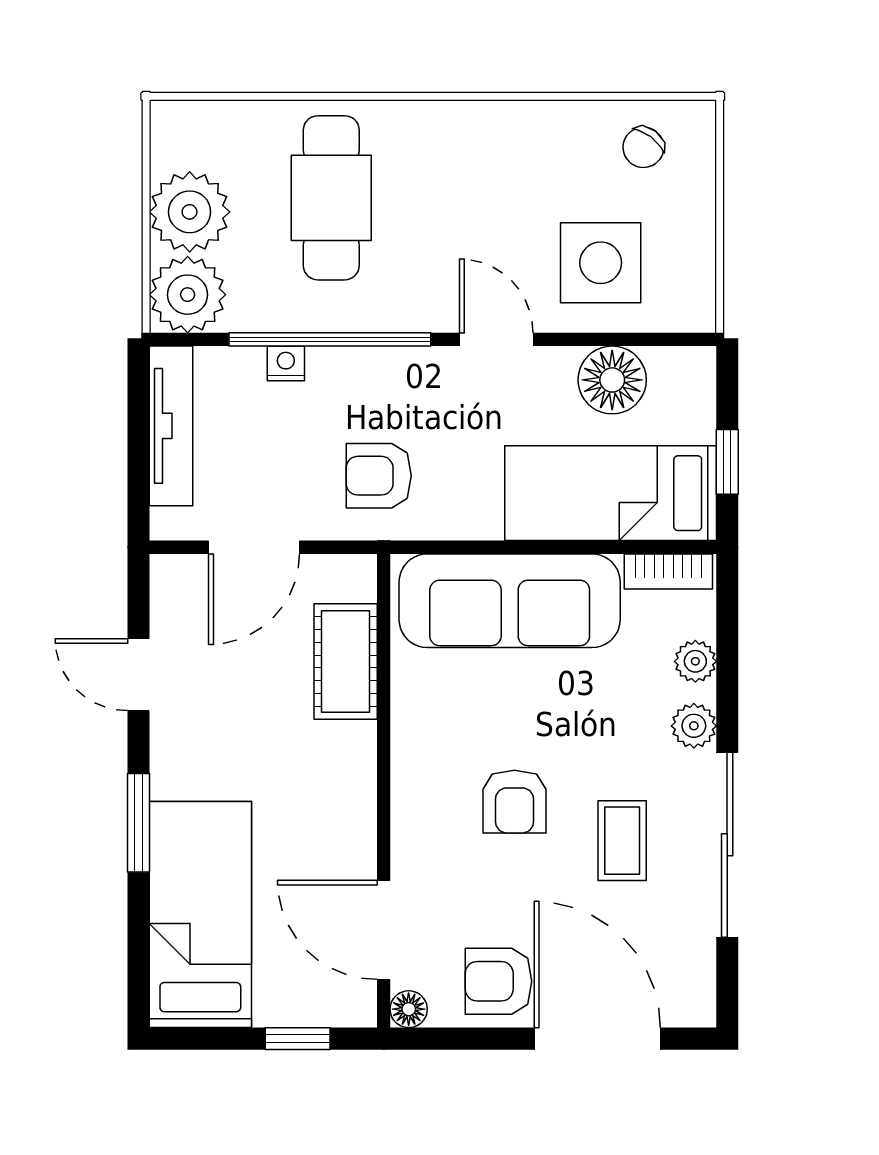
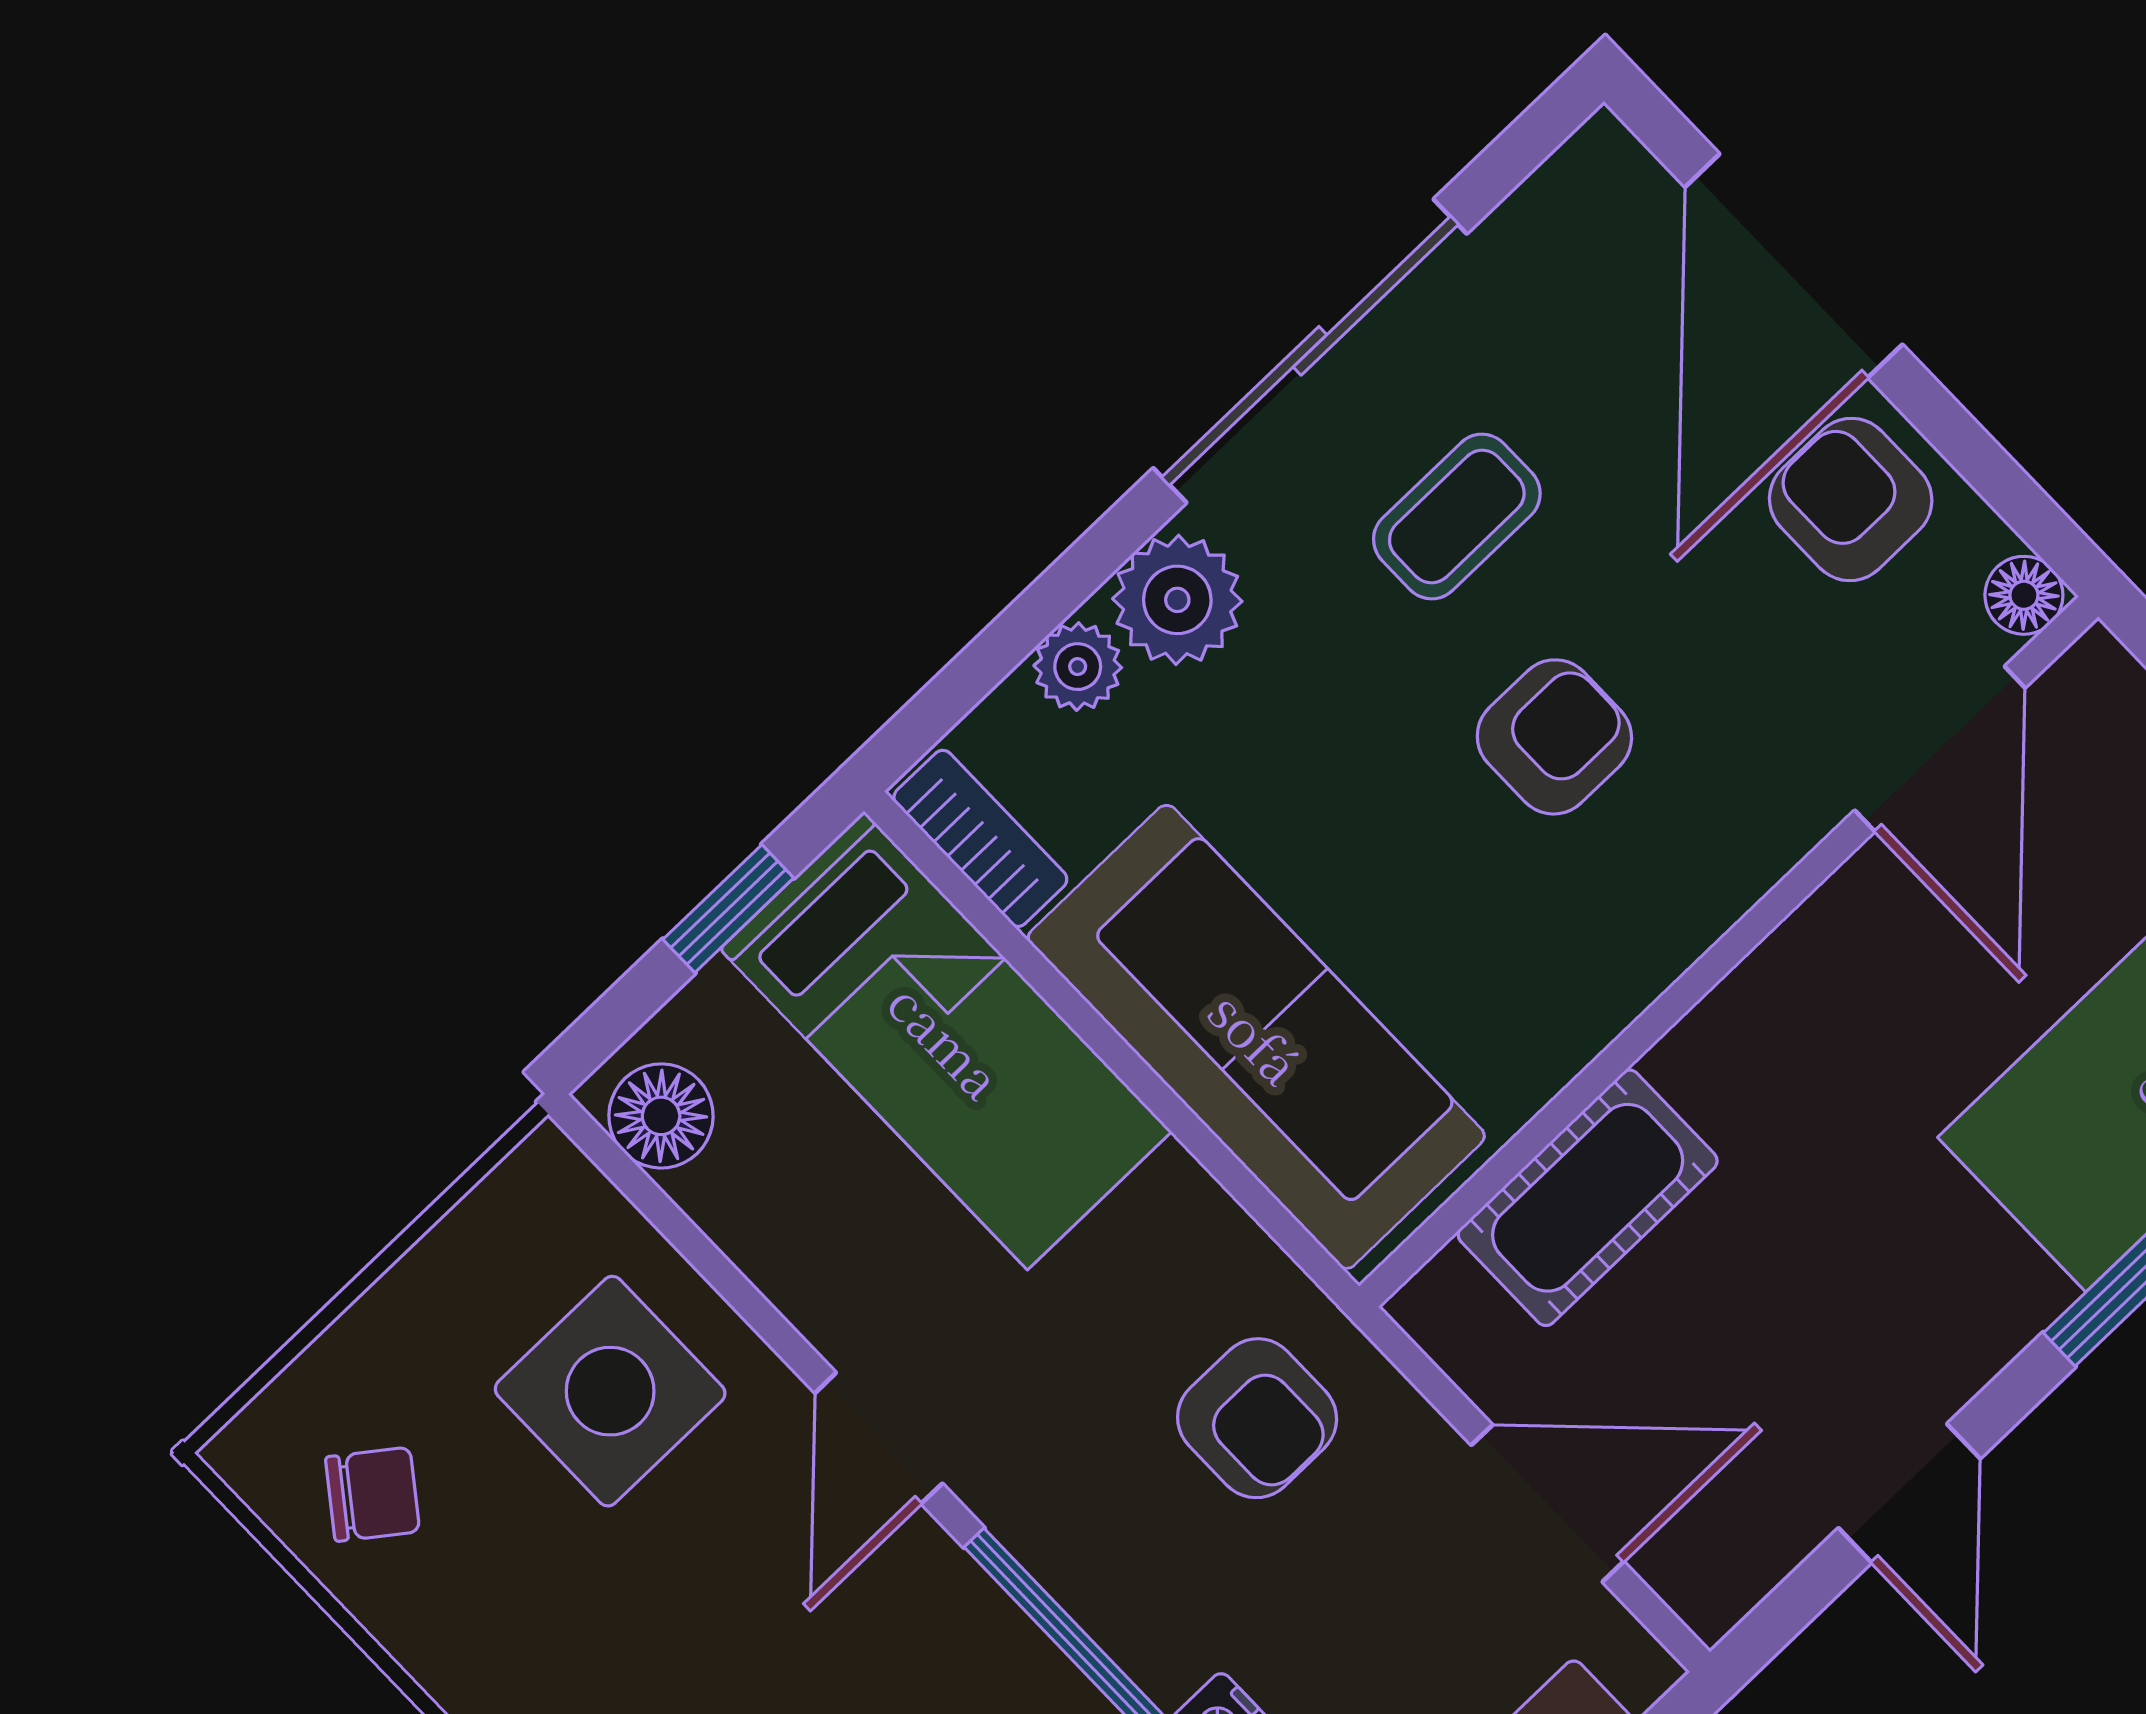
floor lamp: (612, 380) -> (661, 1116), moved, width x0.73, depth x0.73
plant: (694, 726) -> (1177, 600), width x1.38, depth x1.38
armchair: (498, 981) -> (1851, 499), turned 180

